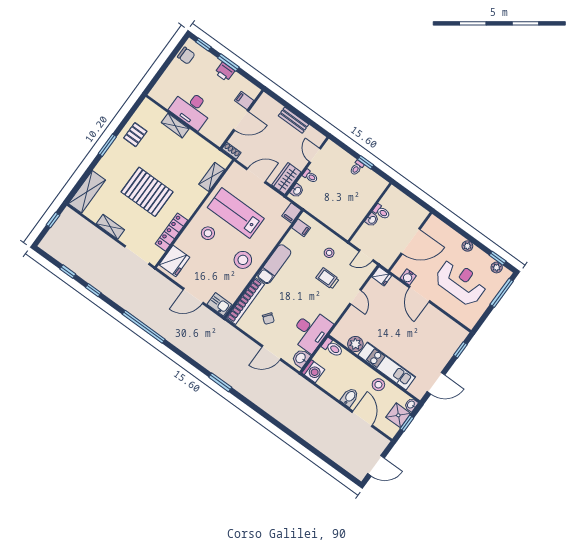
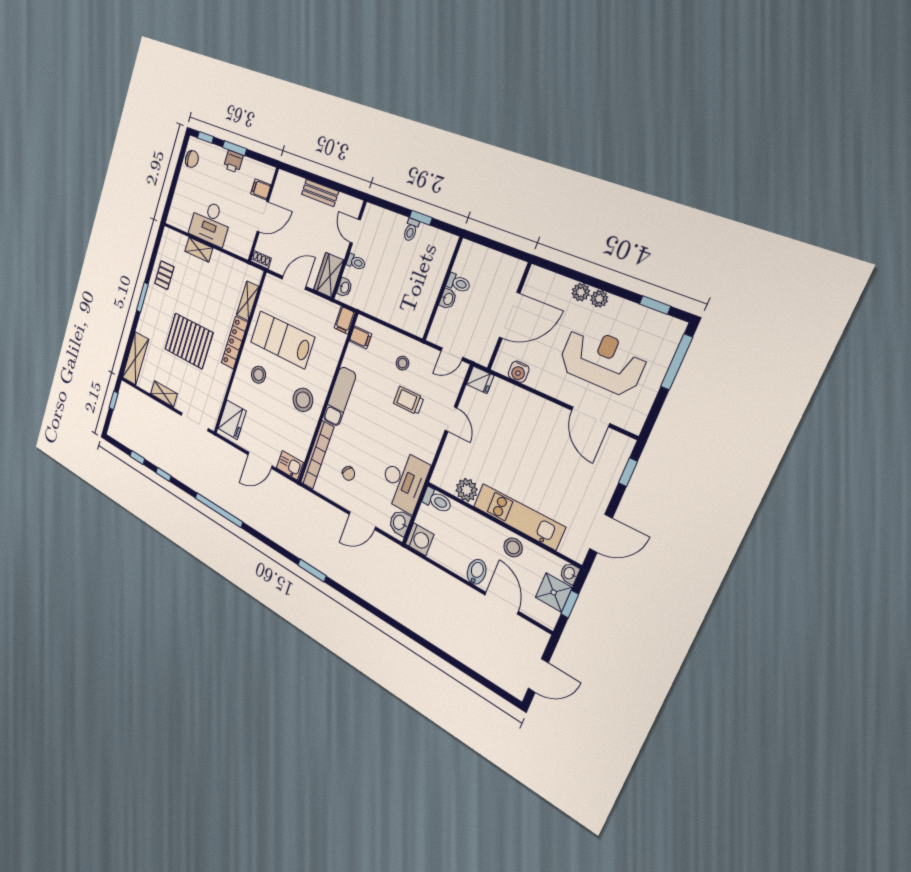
locker: (172, 232) -> (235, 343), moved
plant: (497, 267) -> (581, 292), moved
door: (419, 294) -> (591, 417), moved

